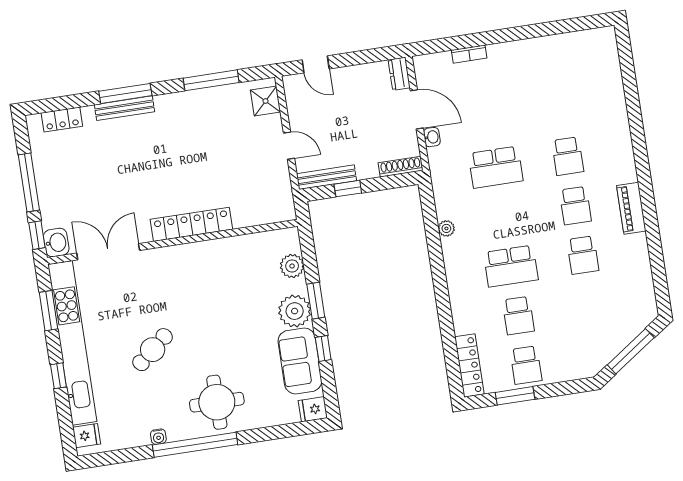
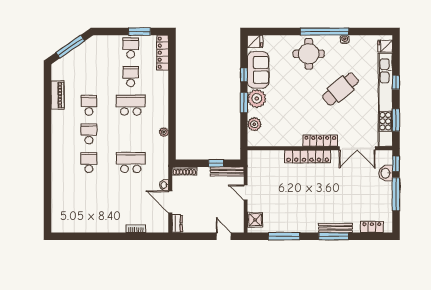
piano: (631, 208) -> (57, 95), moved
washbasin: (56, 243) -> (386, 173), moved
locker: (174, 255) -> (320, 141), added
cafe table: (153, 350) -> (340, 89), width x1.37, depth x1.35

